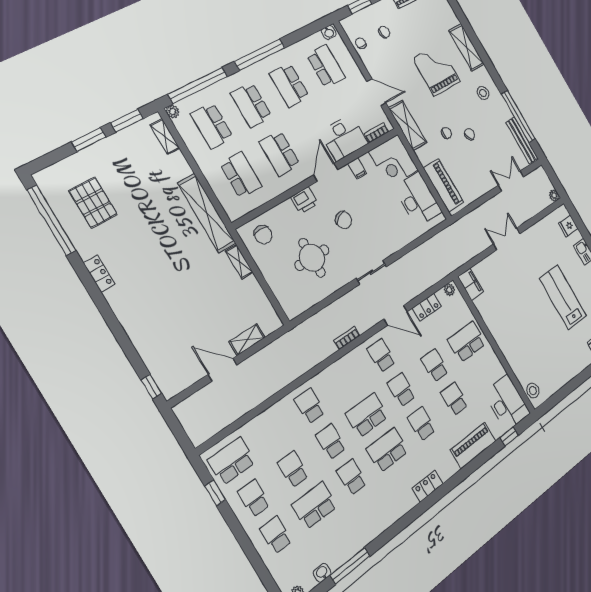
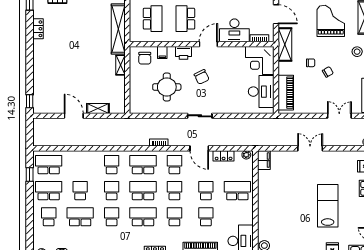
filing cabinet: (357, 168) -> (162, 52), moved
school desk: (346, 380) -> (143, 165), added
school desk: (254, 498) -> (49, 191), width x1.85

